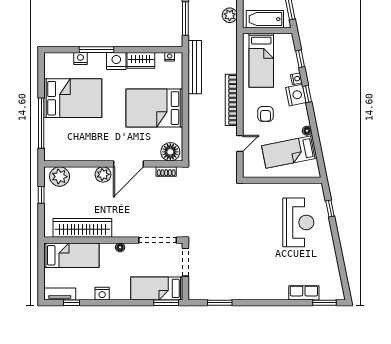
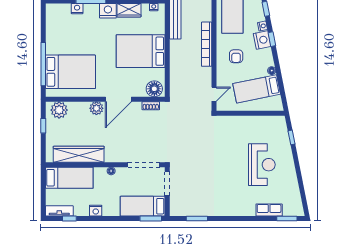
bed: (73, 98) -> (70, 72), moved
door: (240, 143) -> (214, 94), moved
reception desk: (298, 222) -> (262, 165), moved

